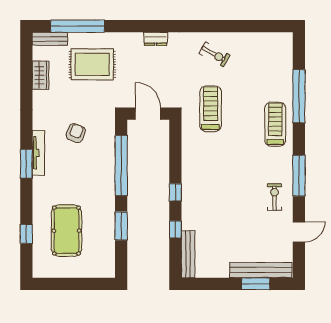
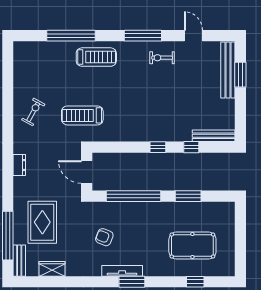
door: (148, 114) -> (87, 172), hinge flipped
treadmill: (275, 124) -> (96, 57), turned 180

